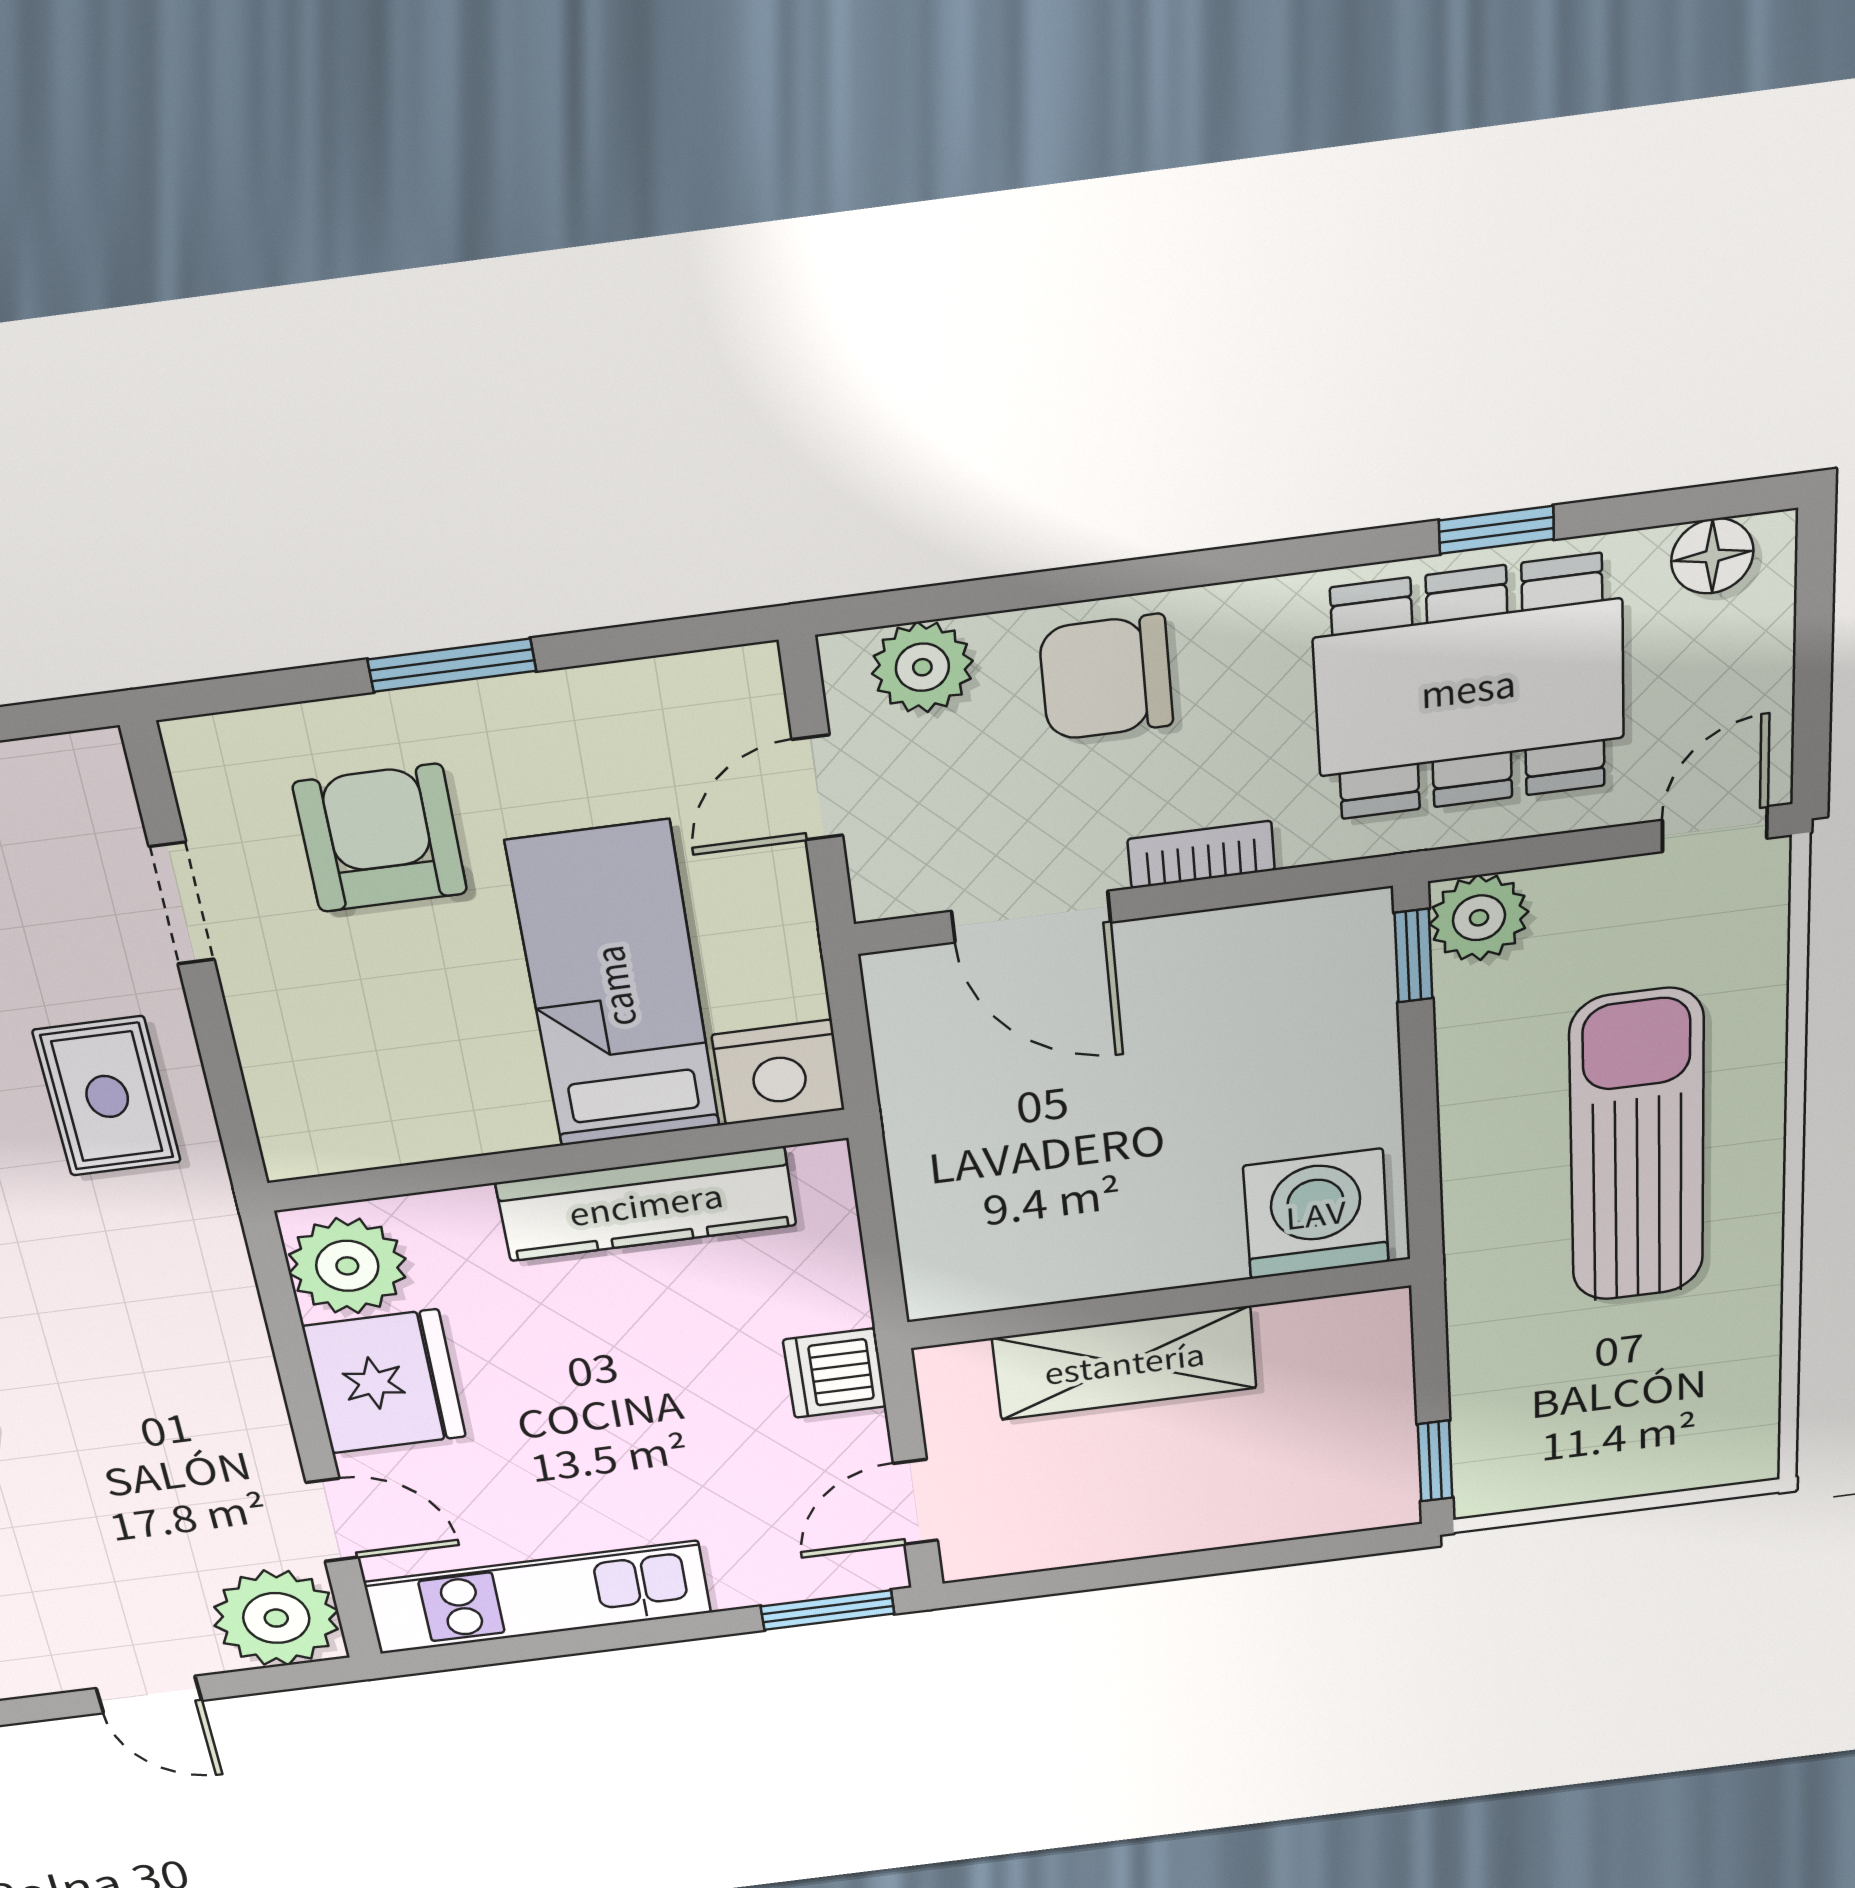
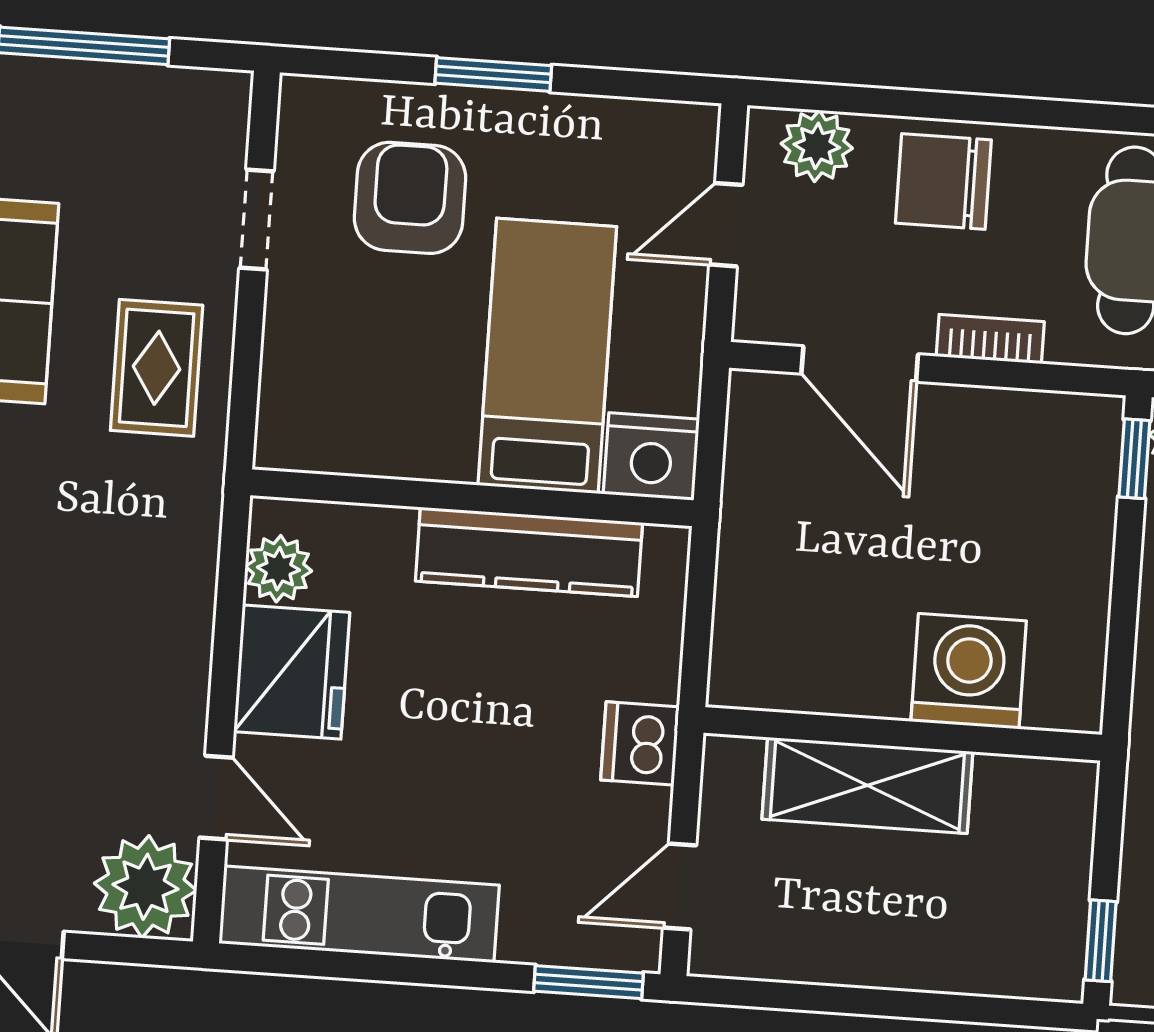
washing machine: (1316, 1214) -> (969, 671), moved
plant: (347, 1266) -> (278, 569), width x0.73, depth x0.73

